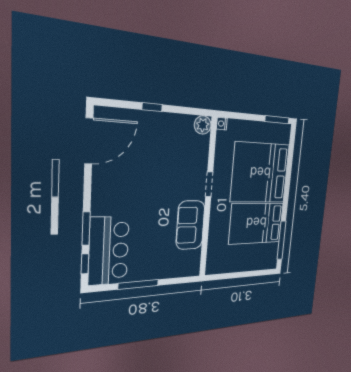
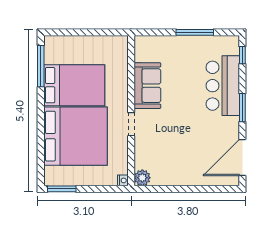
window: (152, 107) -> (191, 189), removed
window: (86, 229) -> (242, 108), moved
bar counter: (109, 251) -> (223, 86), moved

